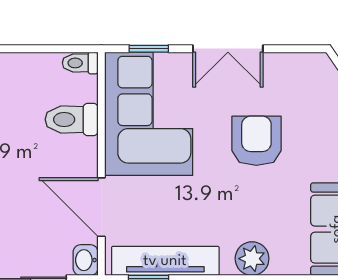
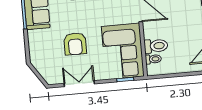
double door: (228, 49) -> (79, 84), moved
toilet: (80, 63) -> (153, 59), moved

